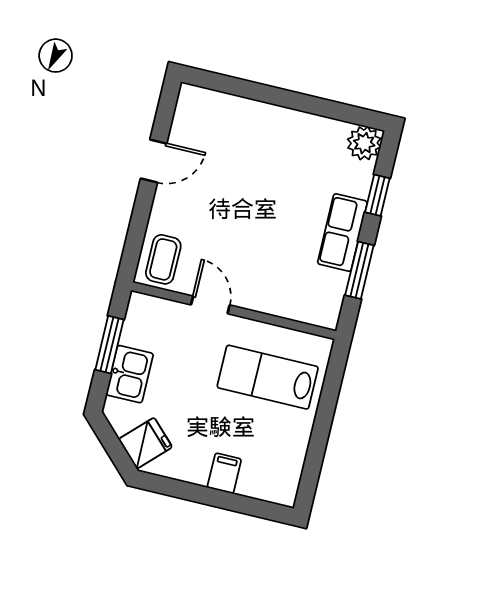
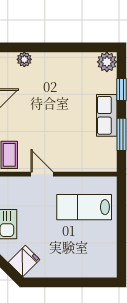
plant: (227, 106) -> (24, 59), added
filing cabinet: (224, 473) -> (73, 267), removed

